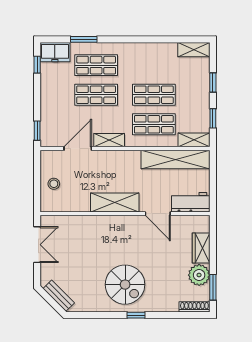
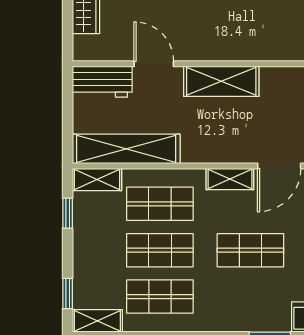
shop shelf: (96, 65) -> (160, 297), moved
window: (213, 82) -> (68, 293), moved

